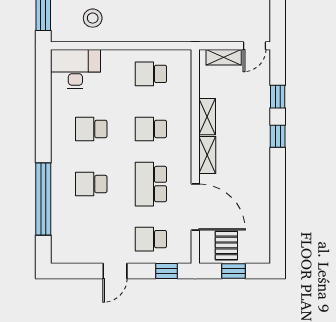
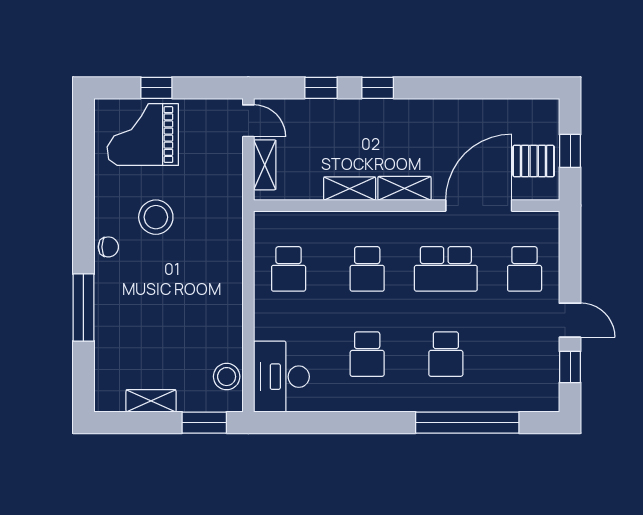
stool: (93, 18) -> (227, 377), moved
window: (166, 271) -> (570, 367), moved

